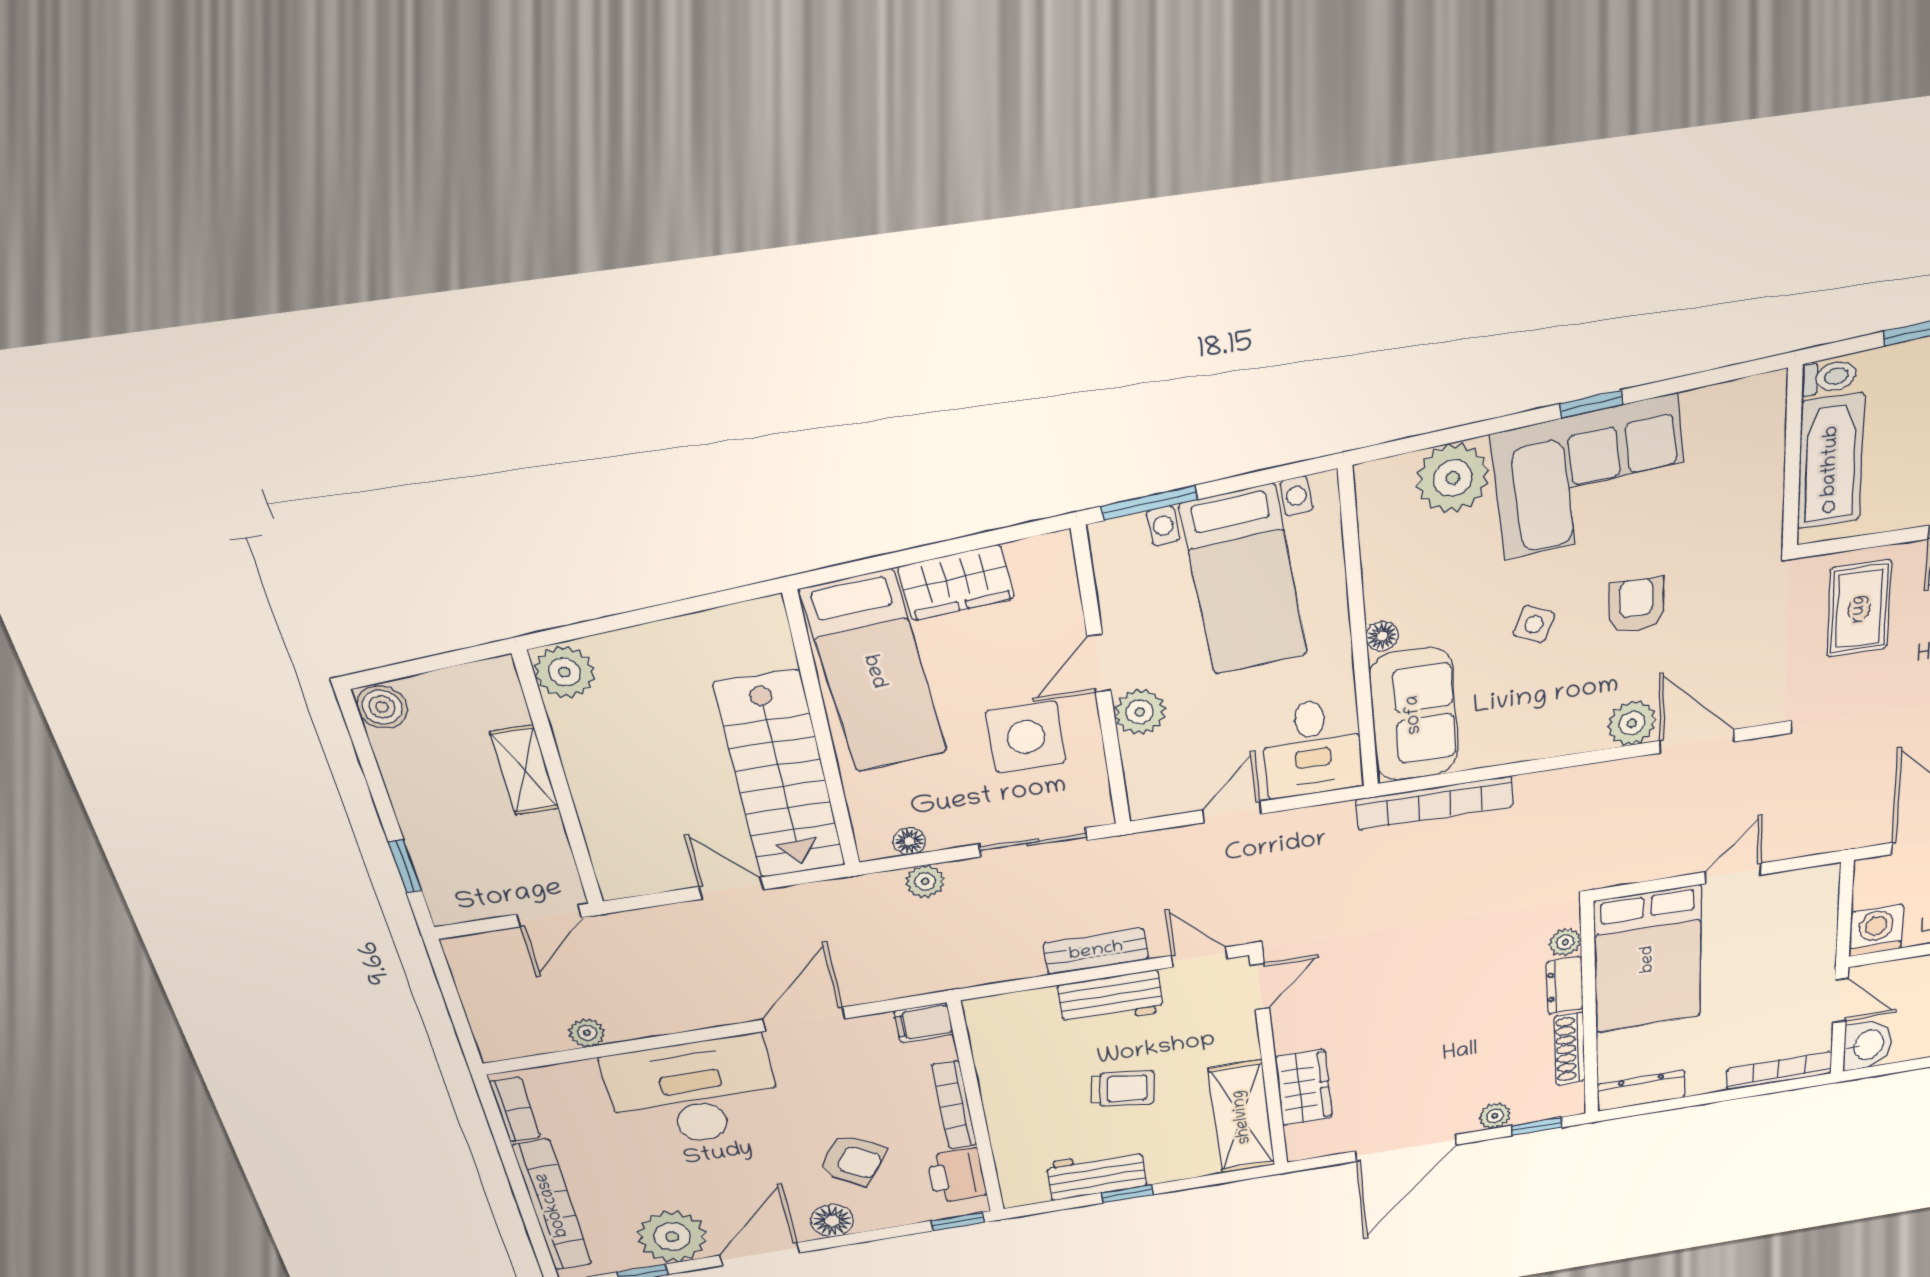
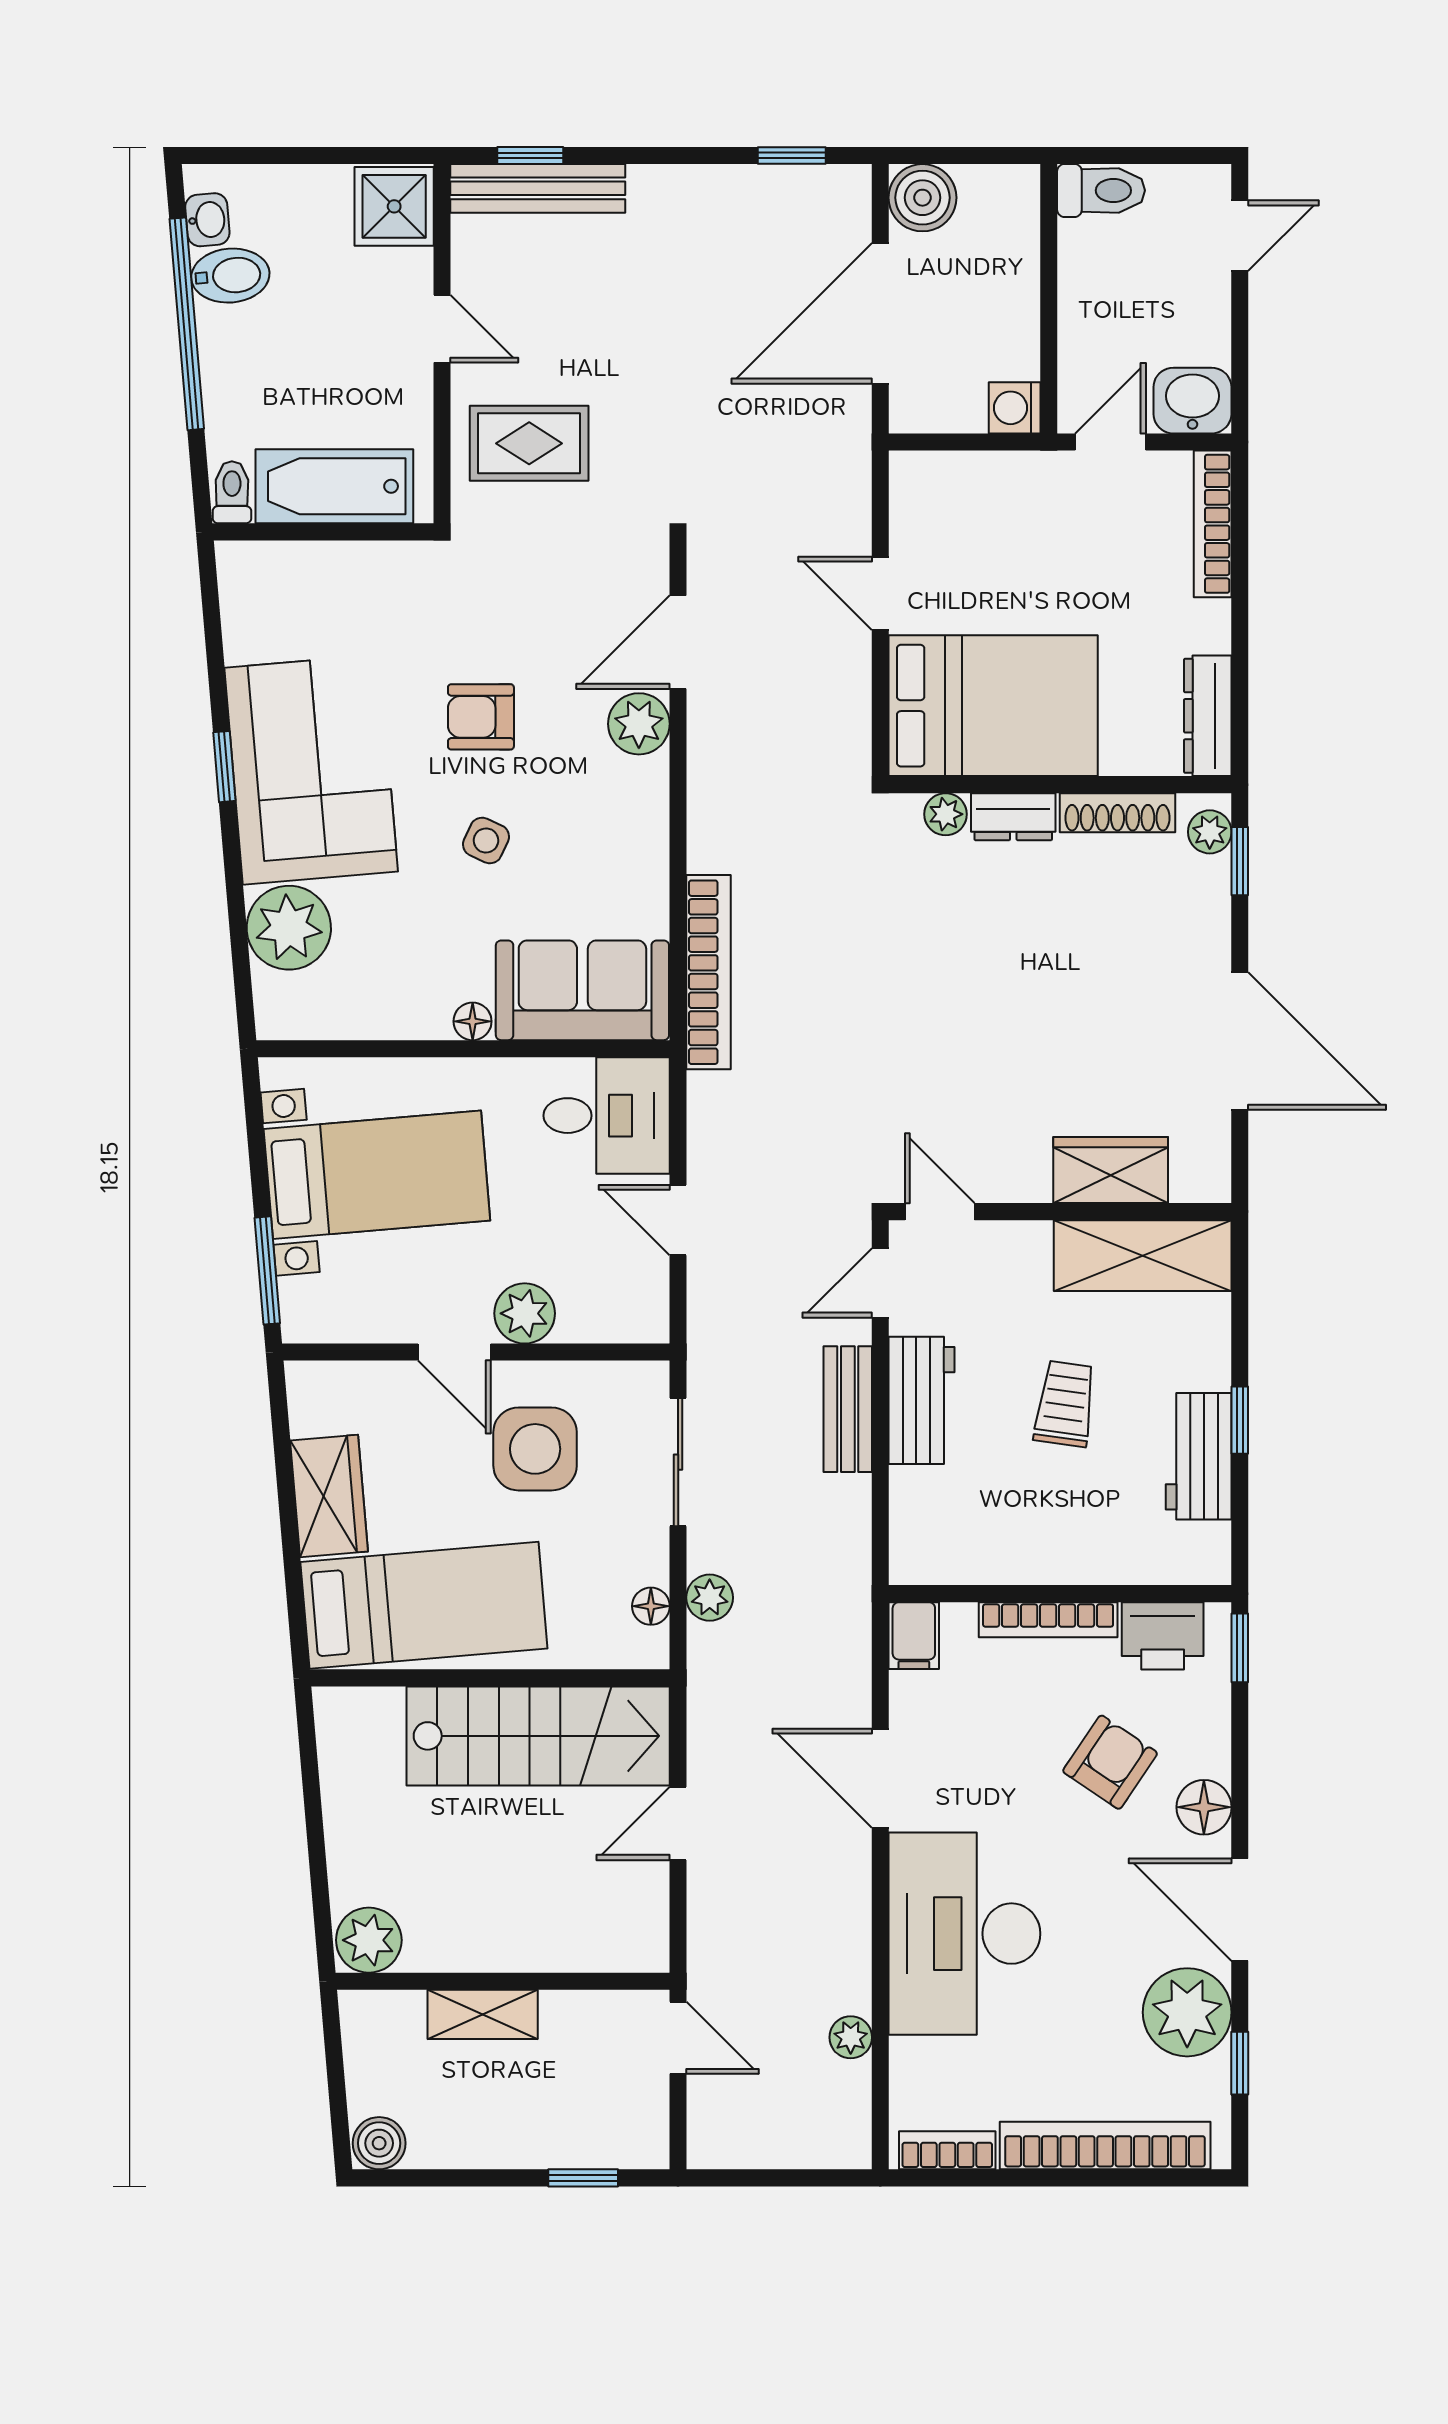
washing machine: (1876, 930) -> (1015, 408), width x0.73, depth x0.73
plant: (1495, 1116) -> (1210, 832), moved

